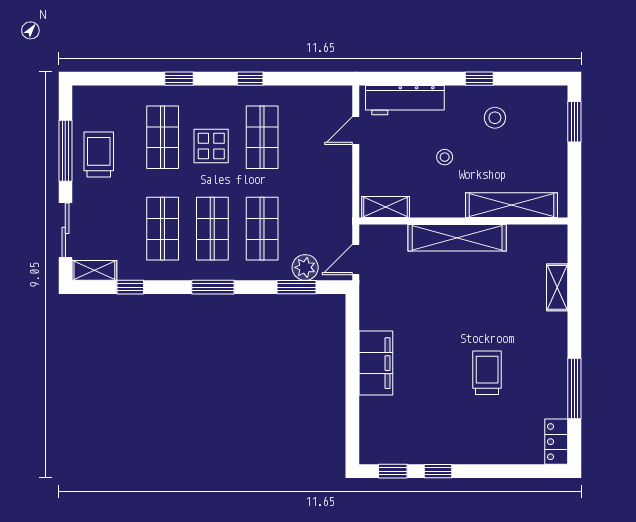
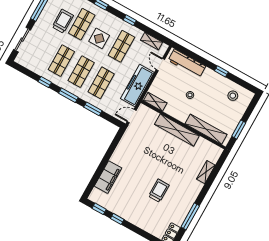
stool: (495, 118) -> (233, 96), moved
window: (574, 122) -> (239, 130), moved
door: (356, 131) -> (160, 65), hinge flipped
trolley: (99, 155) -> (63, 21), moved
freezer: (334, 195) -> (137, 85), added
plant: (305, 267) -> (110, 108), removed
shelving: (94, 270) -> (152, 41), moved
window: (130, 287) -> (45, 82), moved
window: (296, 287) -> (93, 109), moved
filing cabinet: (376, 363) -> (108, 177), moved

